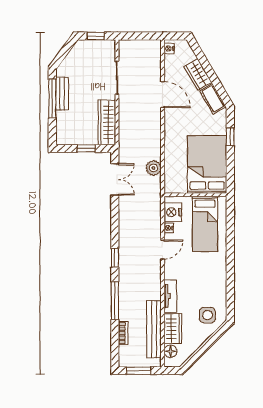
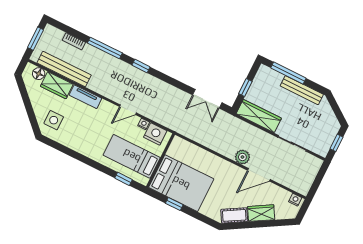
bench: (62, 94) -> (302, 90), width x1.36
window: (52, 98) -> (288, 73), moved
window: (230, 137) -> (174, 204), moved
plant: (153, 168) -> (242, 157), moved
window: (230, 221) -> (123, 179), added
door: (163, 250) -> (128, 110), hinge flipped

